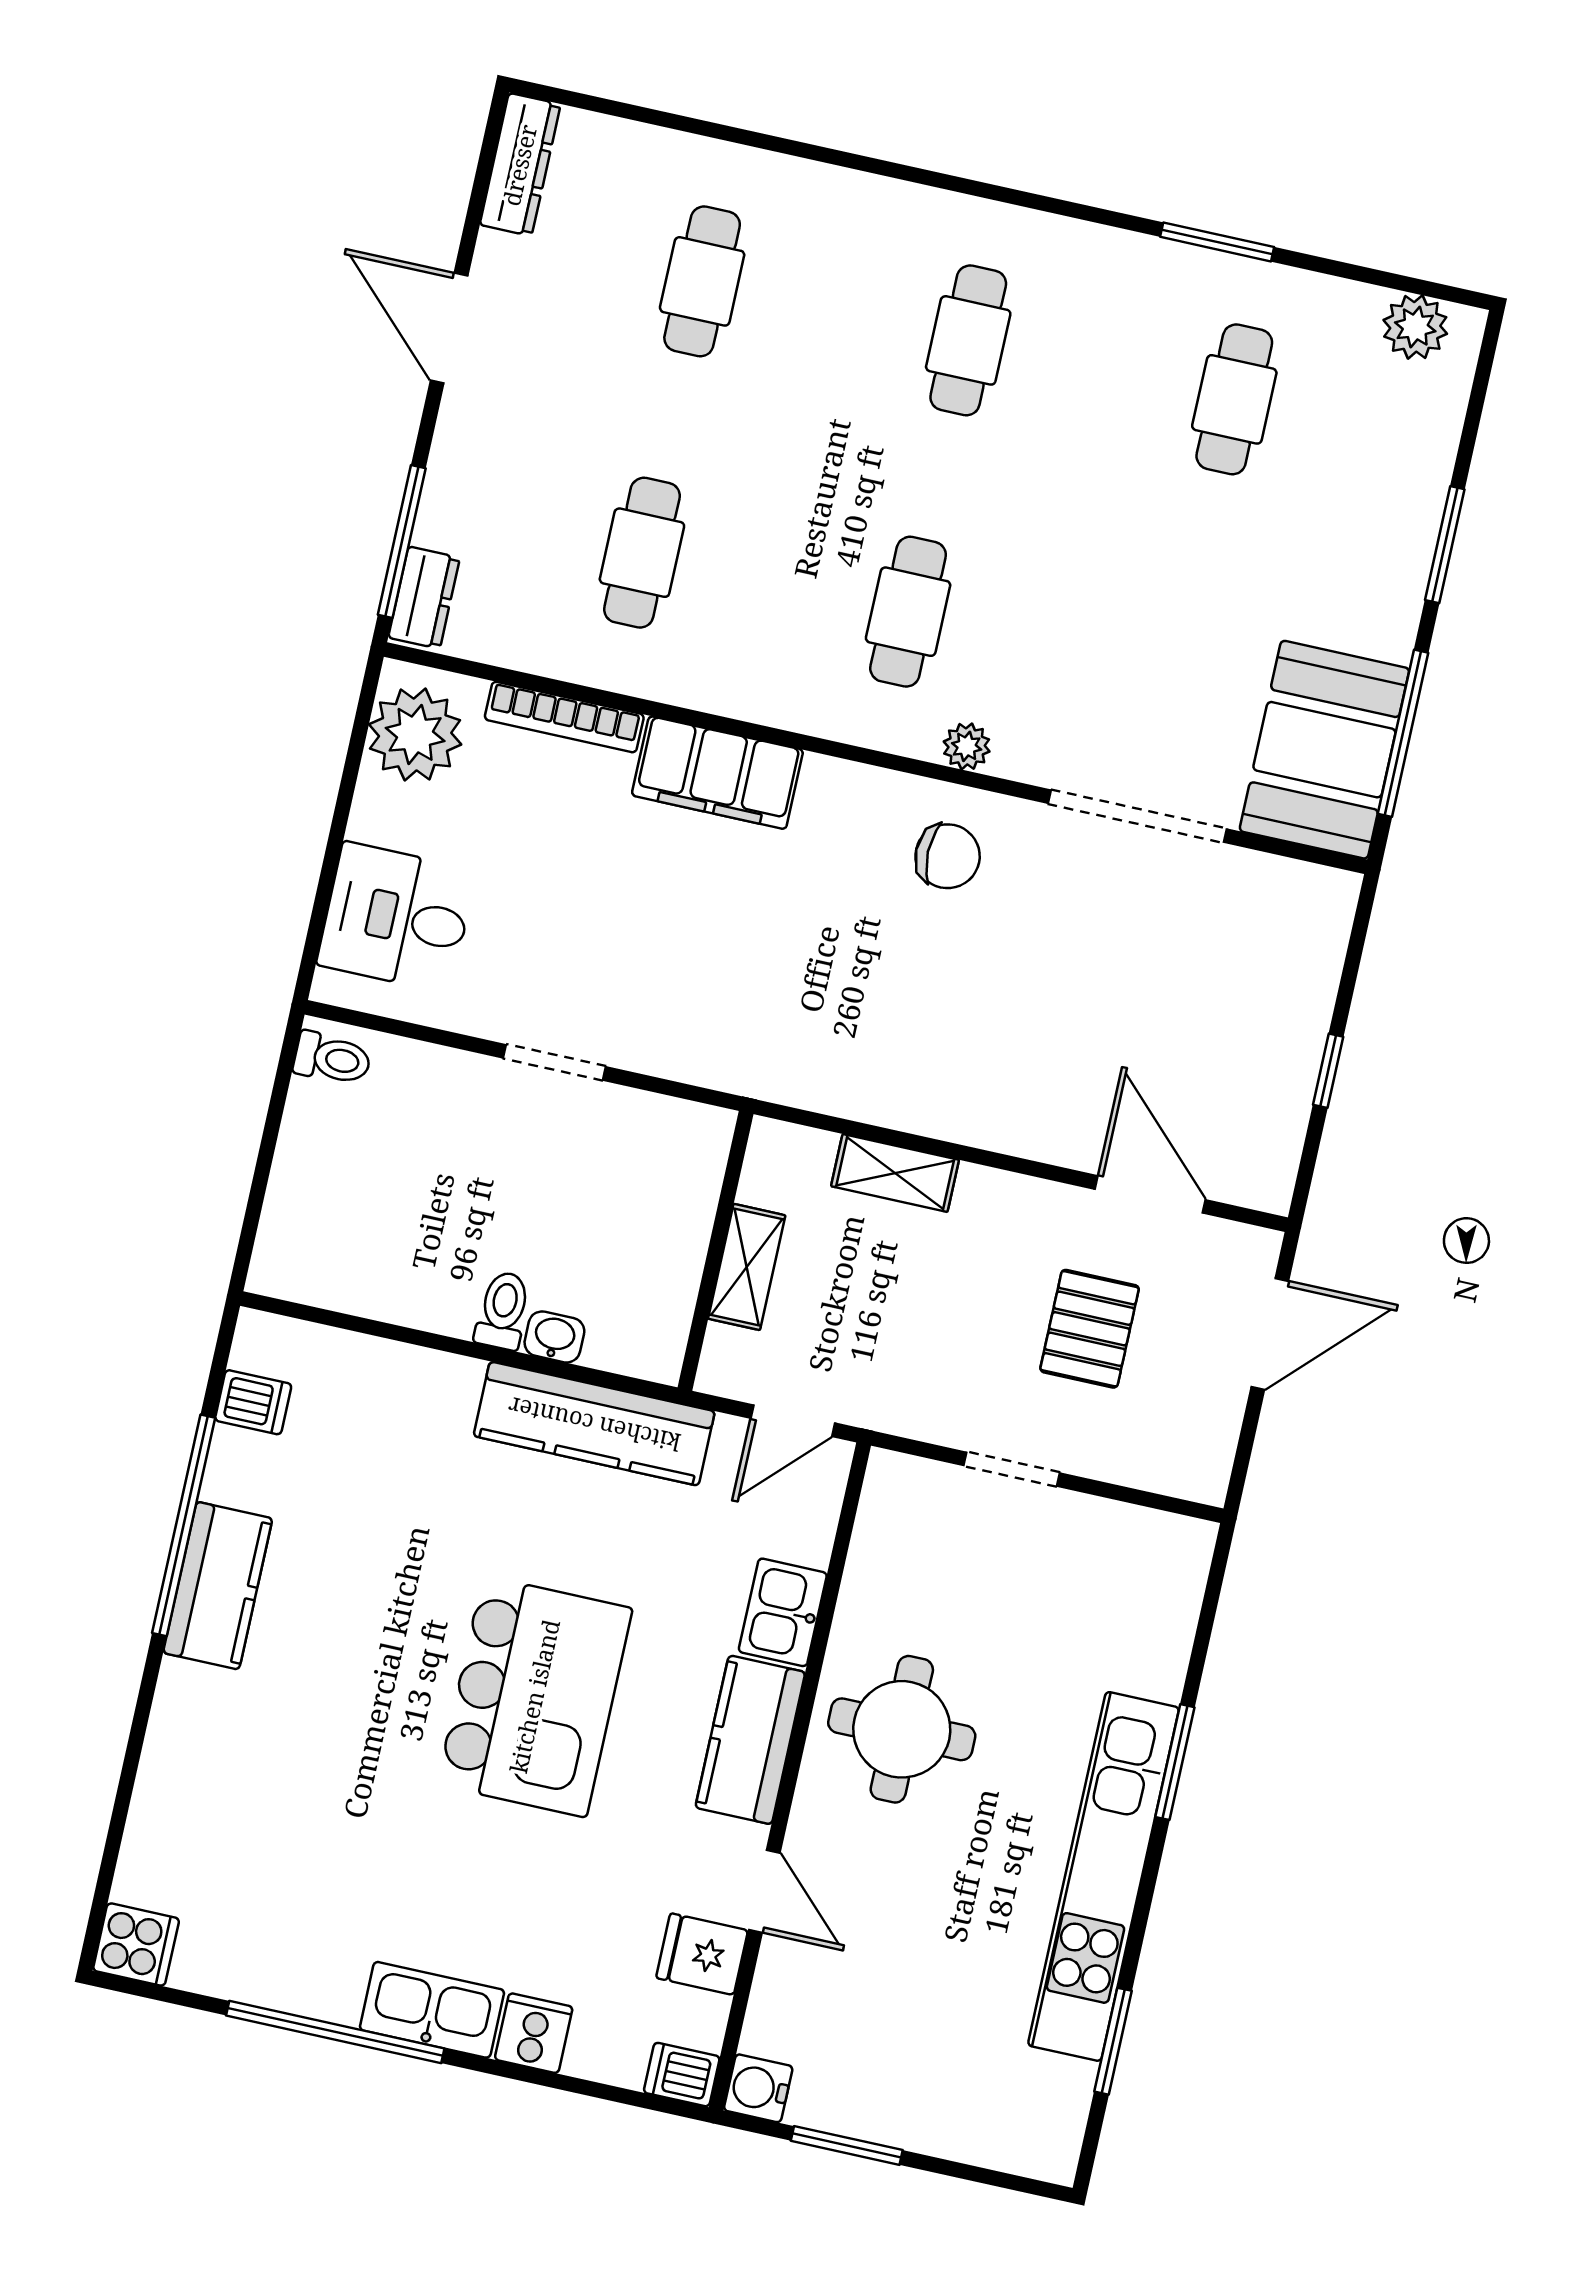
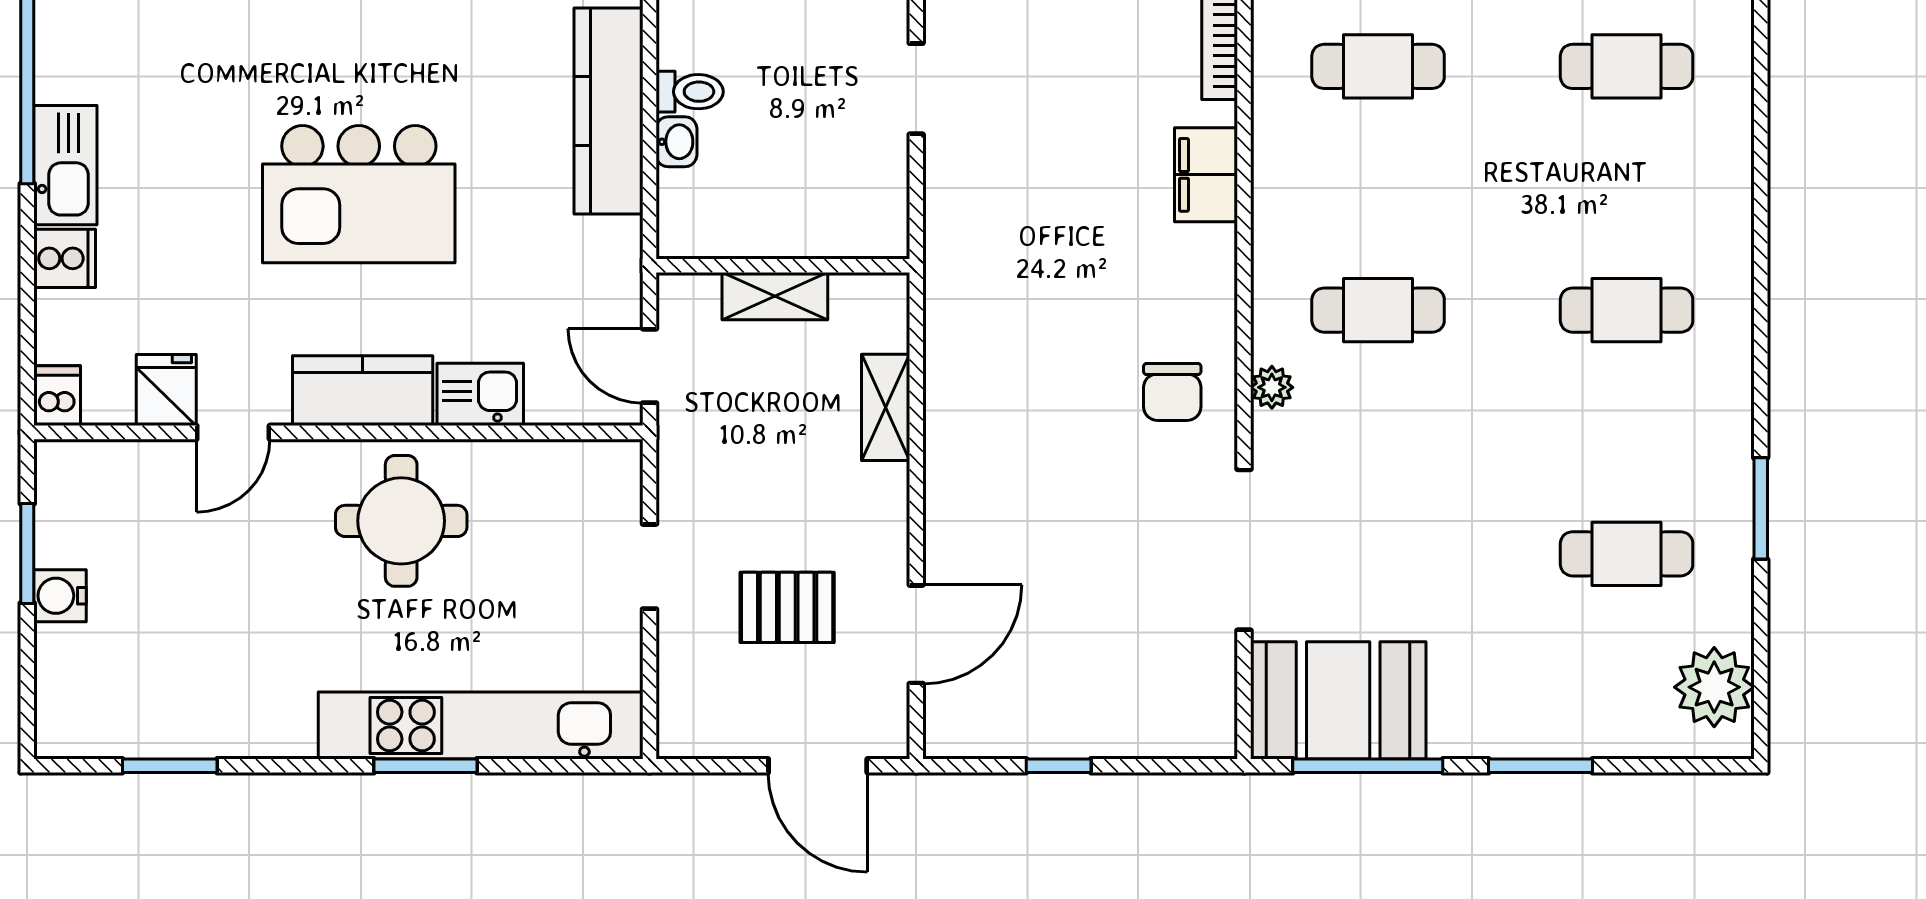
plant: (1415, 327) -> (1714, 687), width x1.36, depth x1.36
filing cabinet: (717, 773) -> (1206, 175), width x0.67, depth x0.86
kitchen counter: (594, 1424) -> (608, 111), moved
kitchen unit: (1103, 1876) -> (481, 726), moved
water cooler: (758, 2088) -> (60, 596), moved, turned -90

